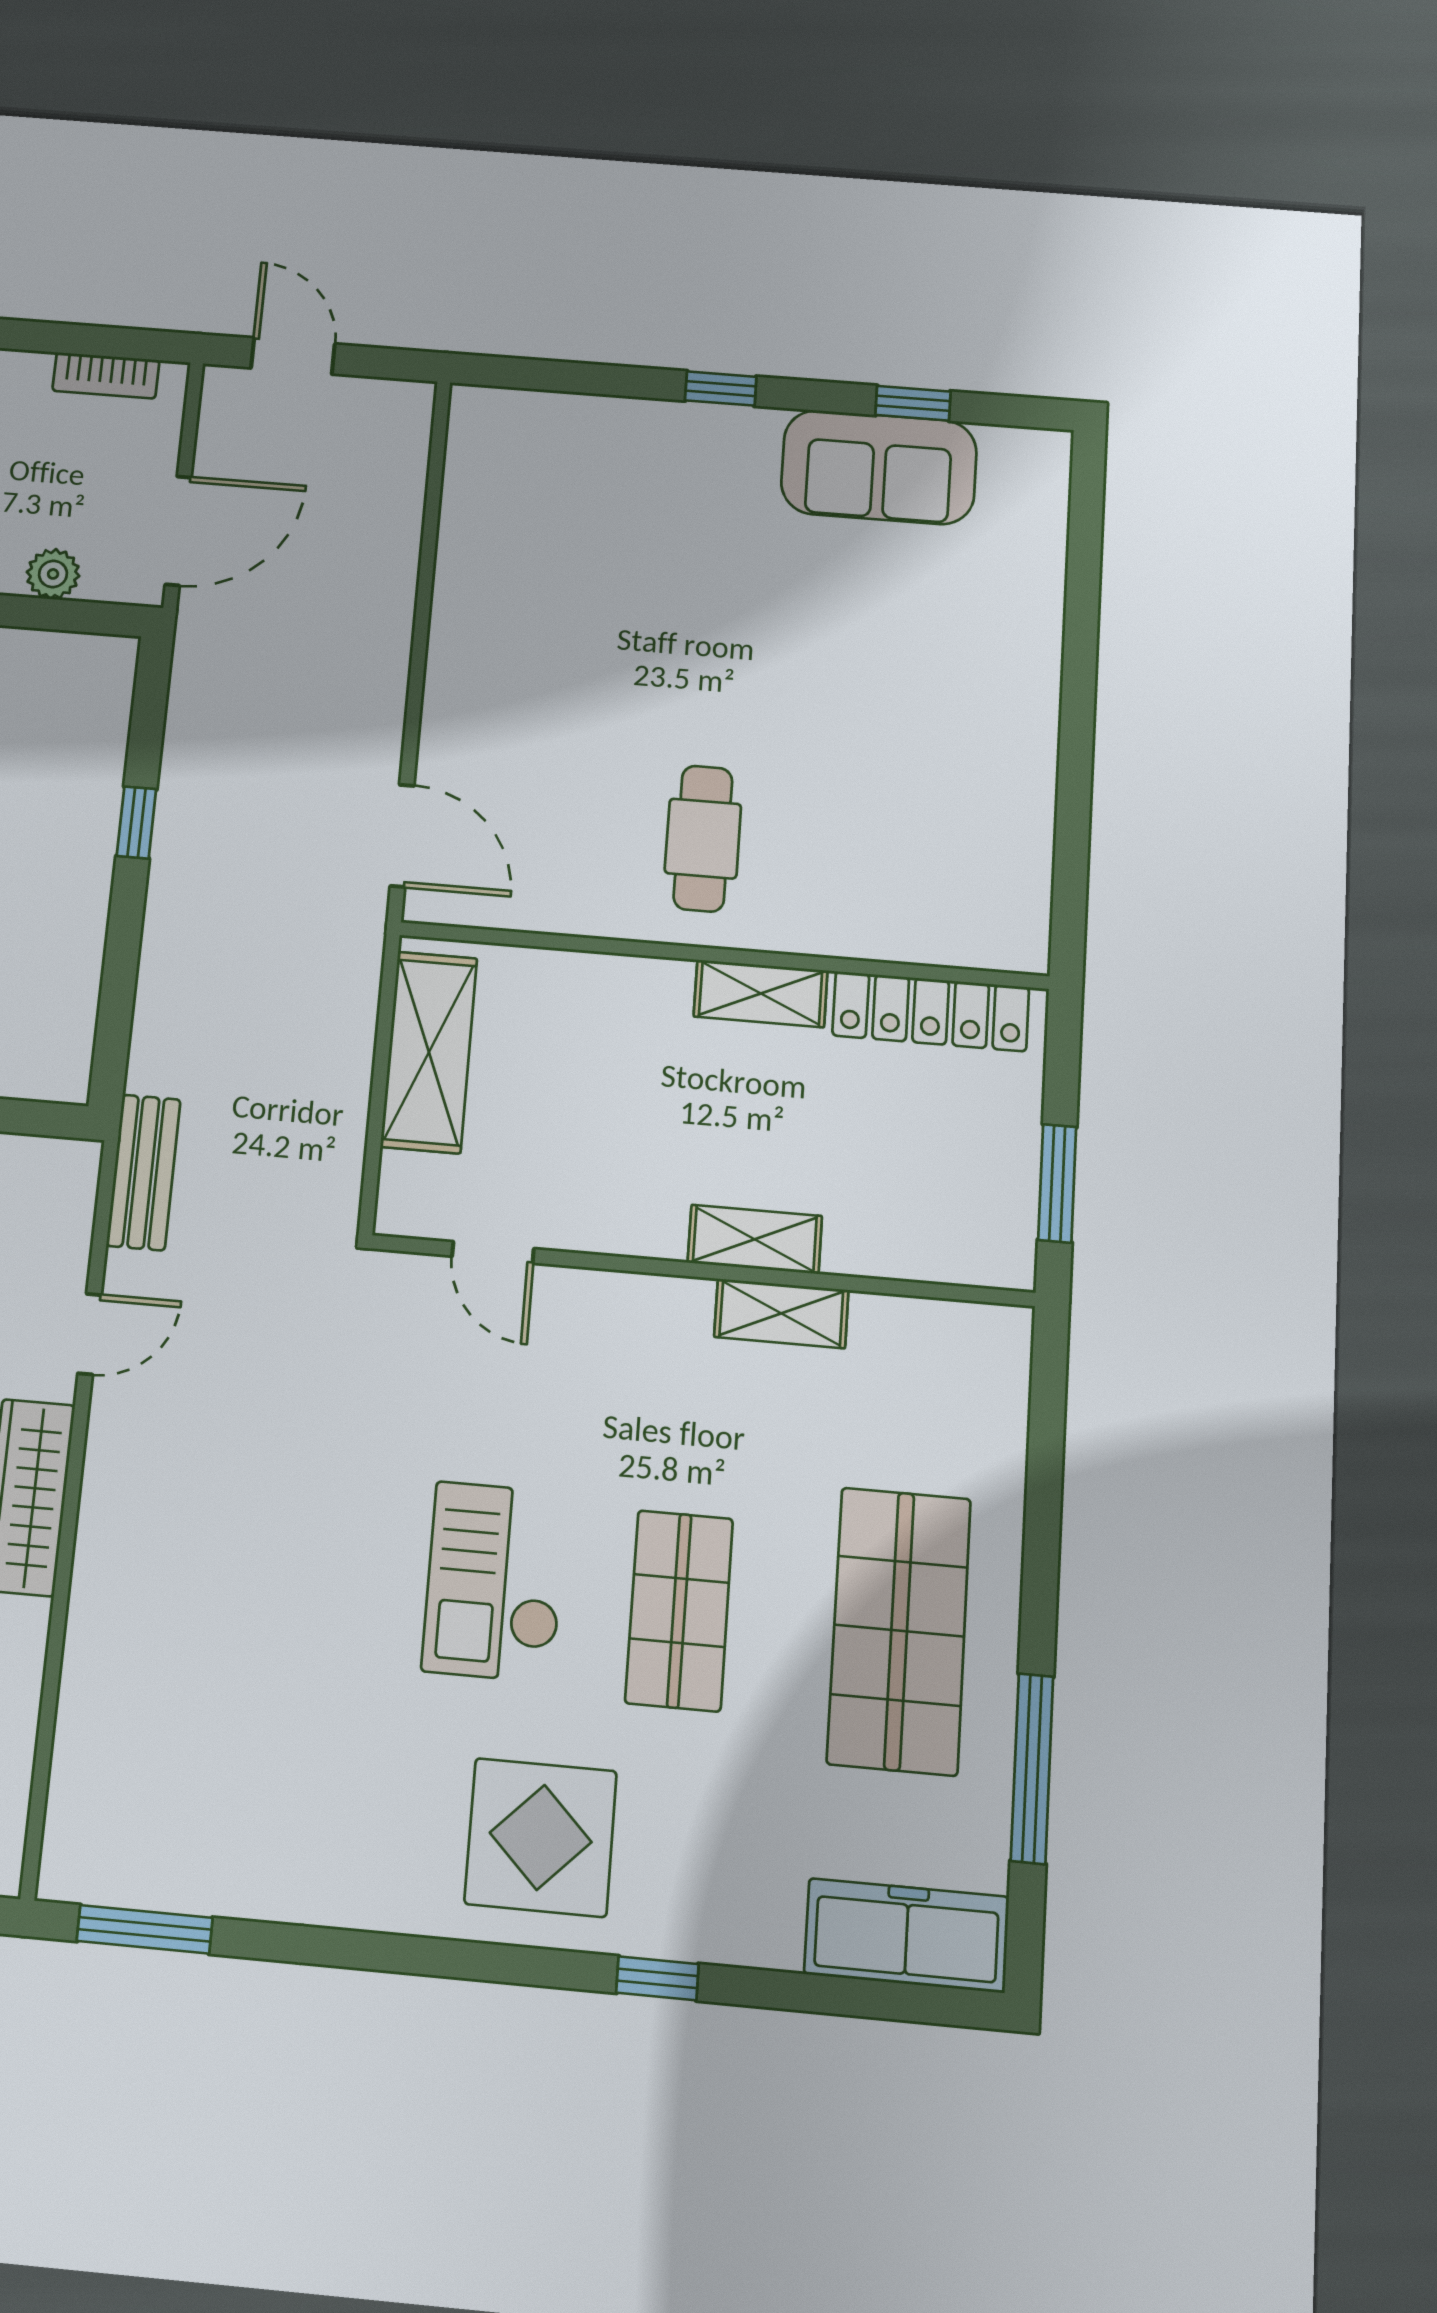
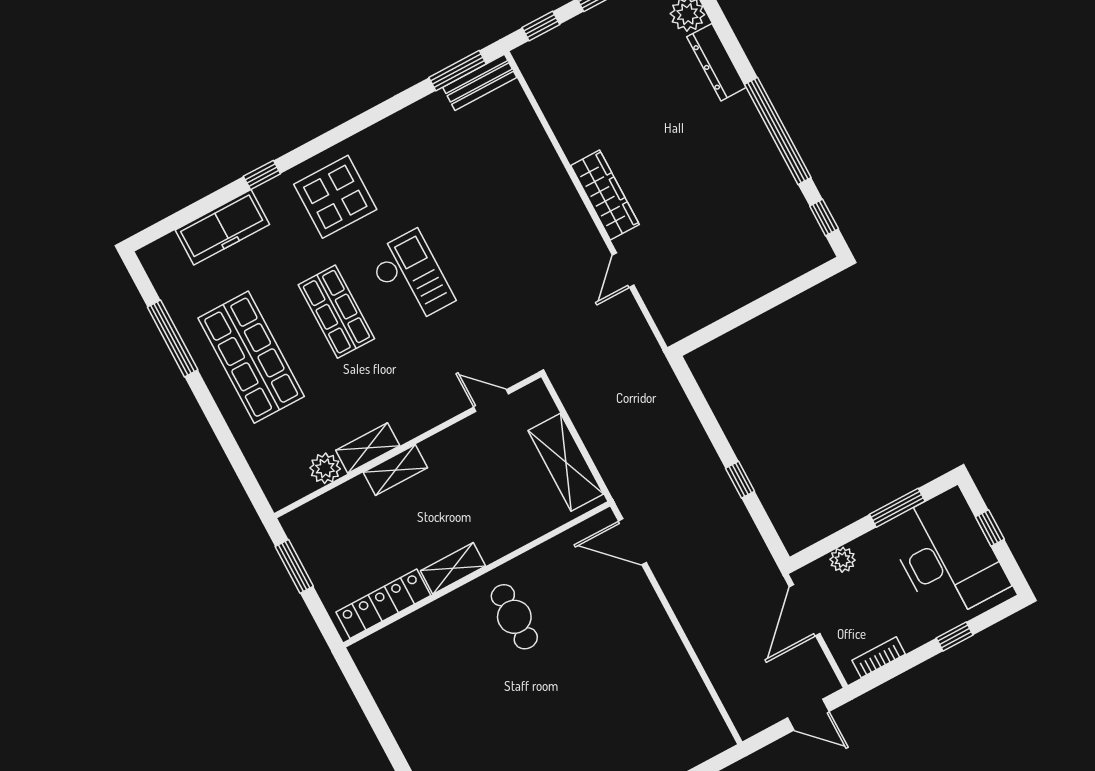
bench: (143, 1172) -> (480, 82), moved, turned 90
plant: (886, 1327) -> (325, 468), added
freezer: (907, 1935) -> (222, 227), moved

